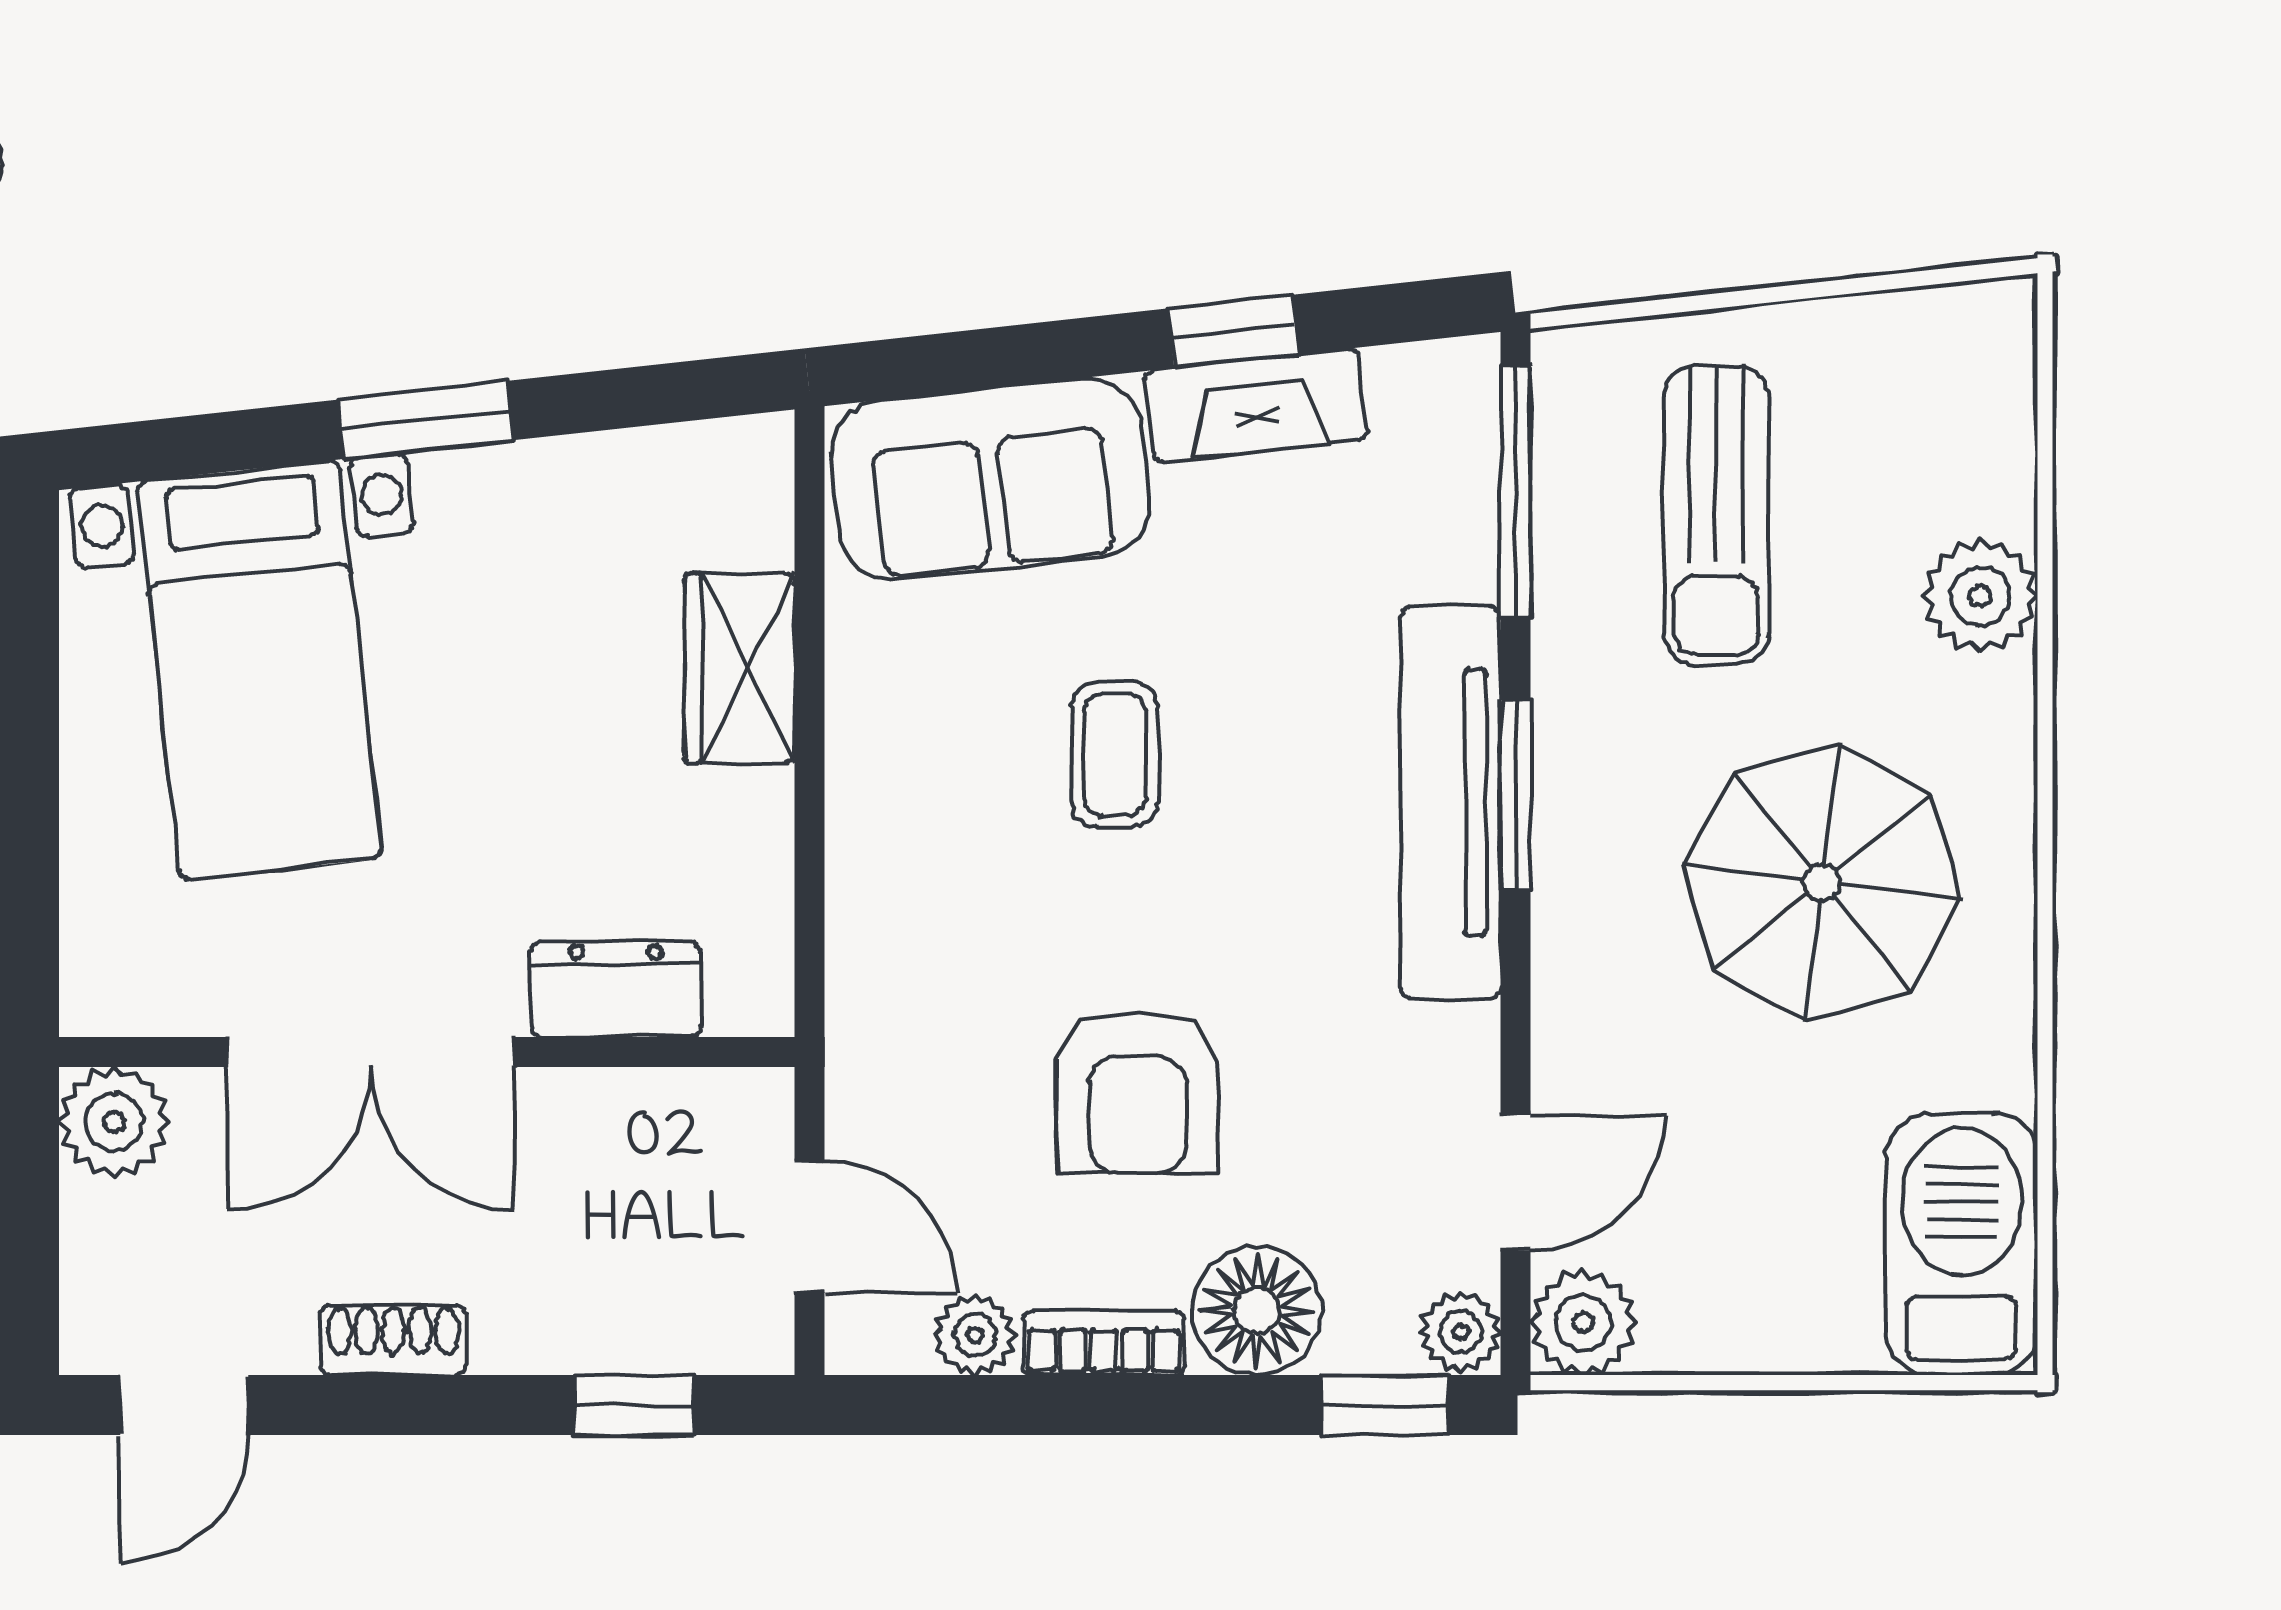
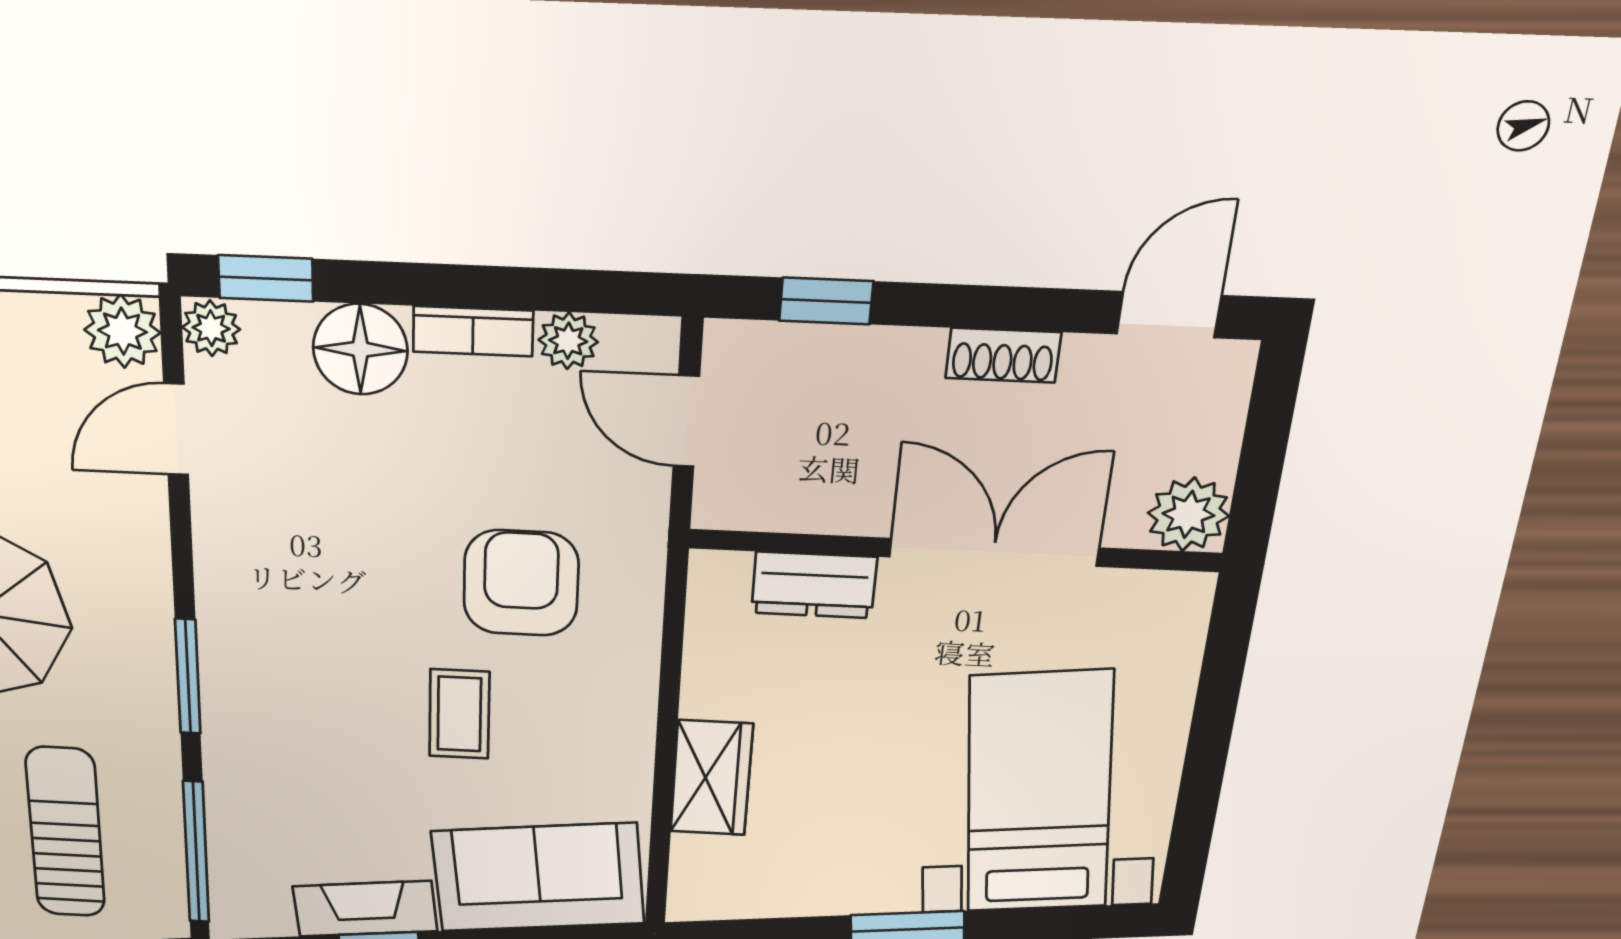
tv unit: (1450, 802) -> (232, 674), removed
armchair: (1138, 1092) -> (521, 583), moved

